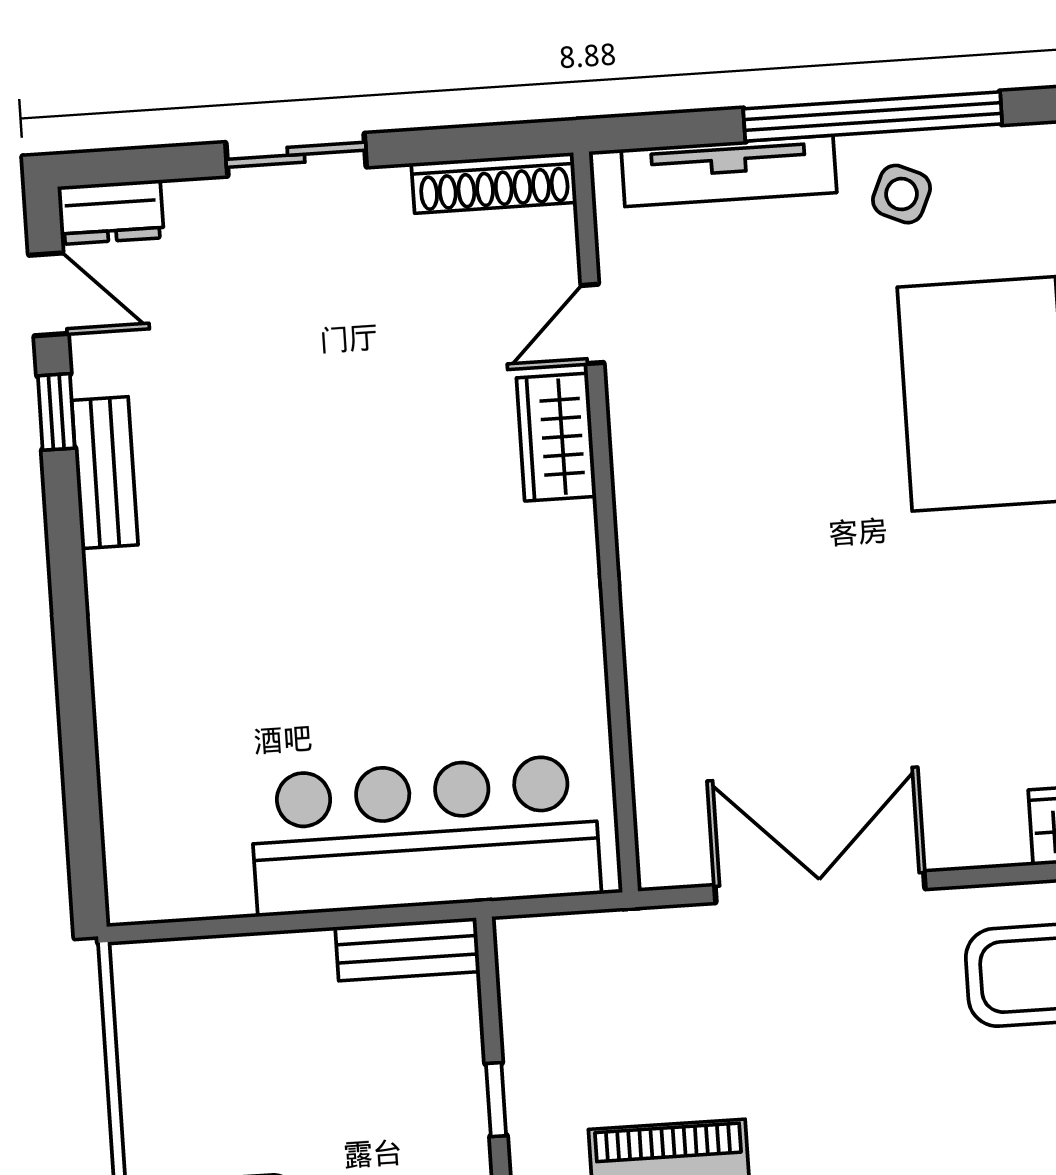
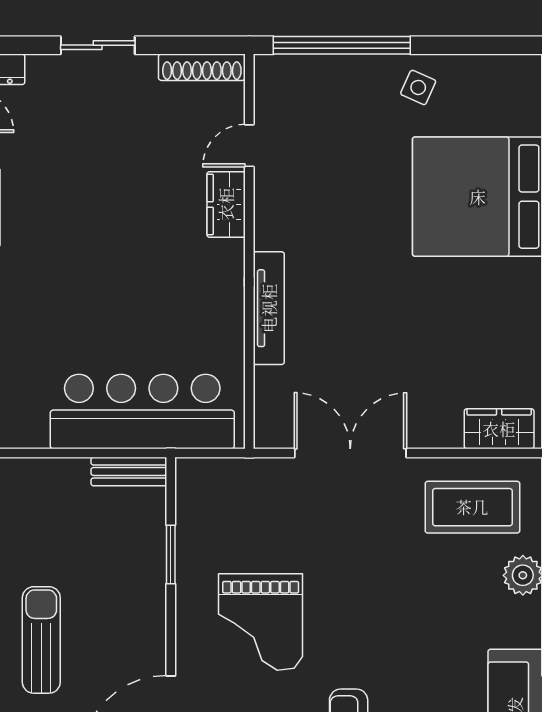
window: (873, 116) -> (342, 45), moved
tv unit: (729, 171) -> (269, 308), moved, turned -90
window: (496, 1100) -> (171, 555), width x1.50

